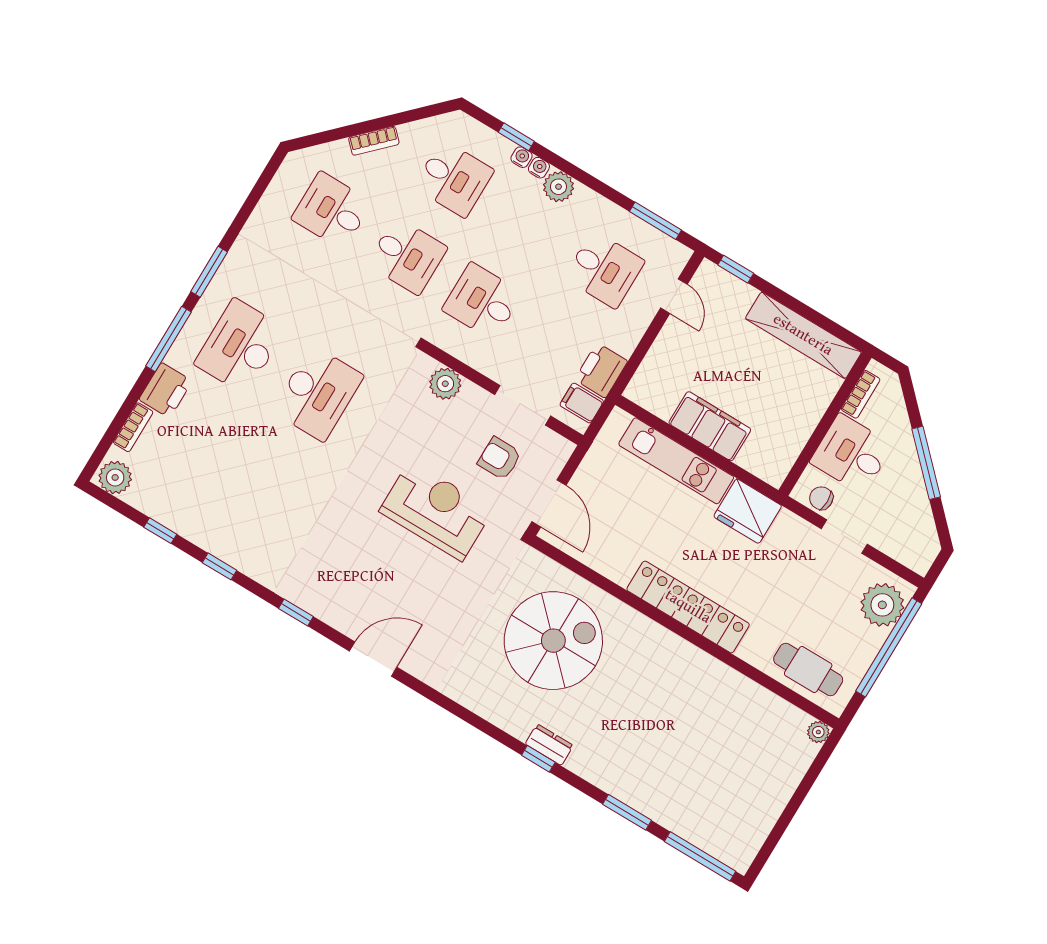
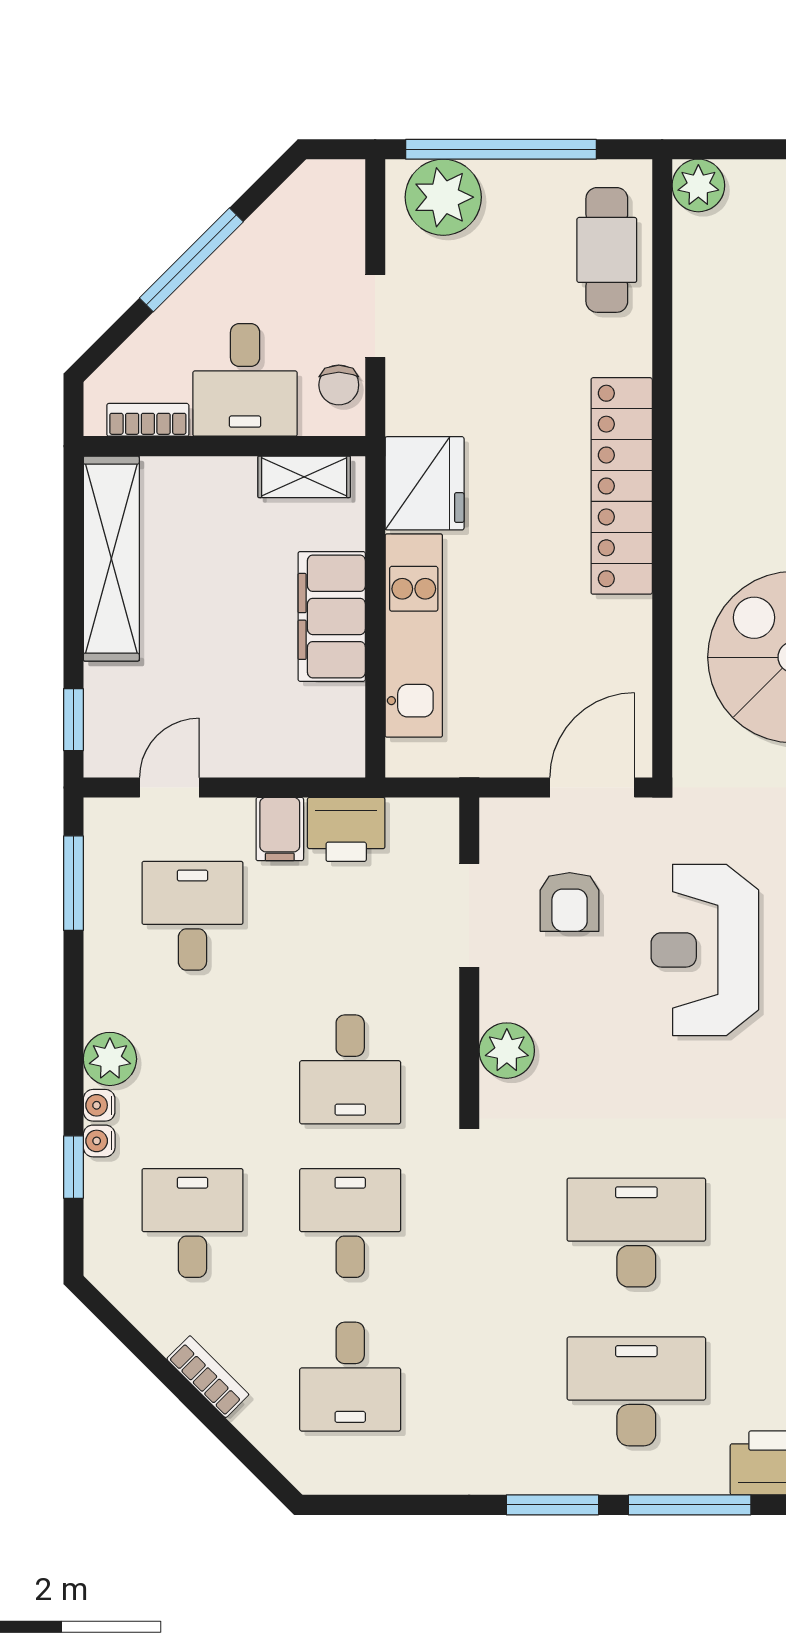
desk: (240, 346) -> (636, 1391), turned 180
filing cabinet: (582, 403) -> (280, 829), moved
shelving: (786, 454) -> (304, 477), added
plant: (818, 732) -> (698, 185), width x1.38, depth x1.38

